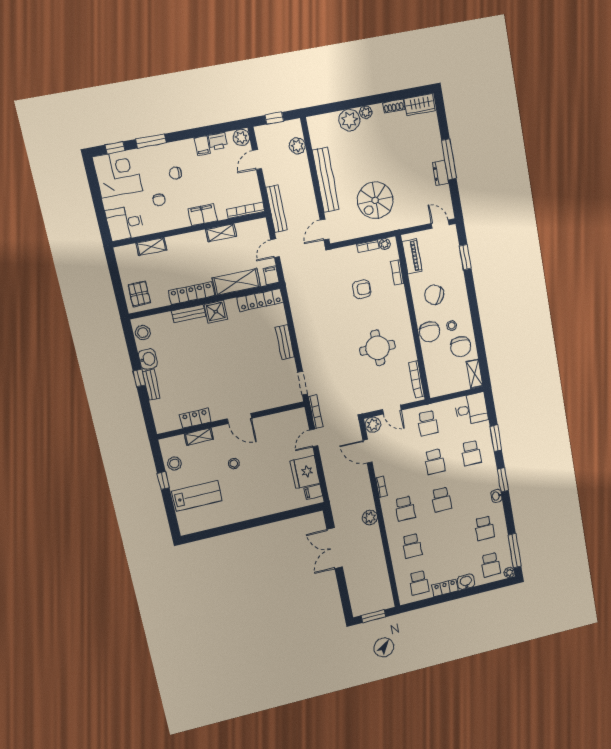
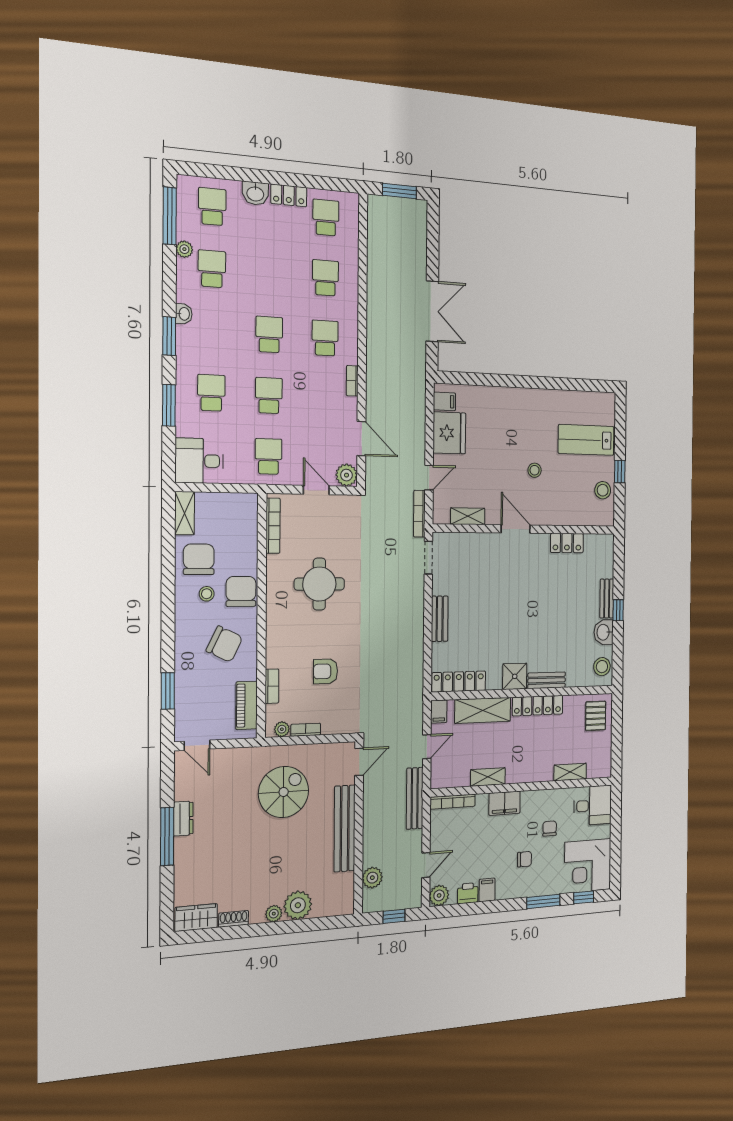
shelving: (199, 437) -> (468, 516), moved
plant: (370, 518) -> (376, 340), removed
plant: (509, 573) -> (184, 249), moved

